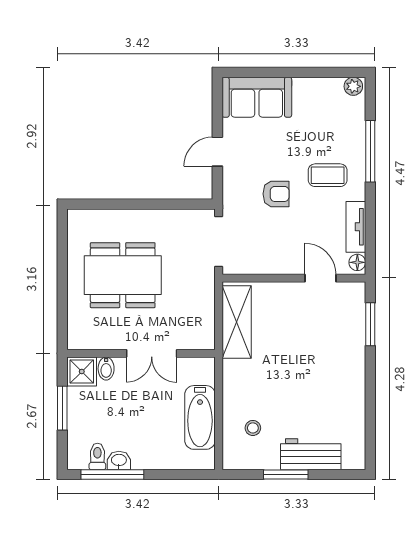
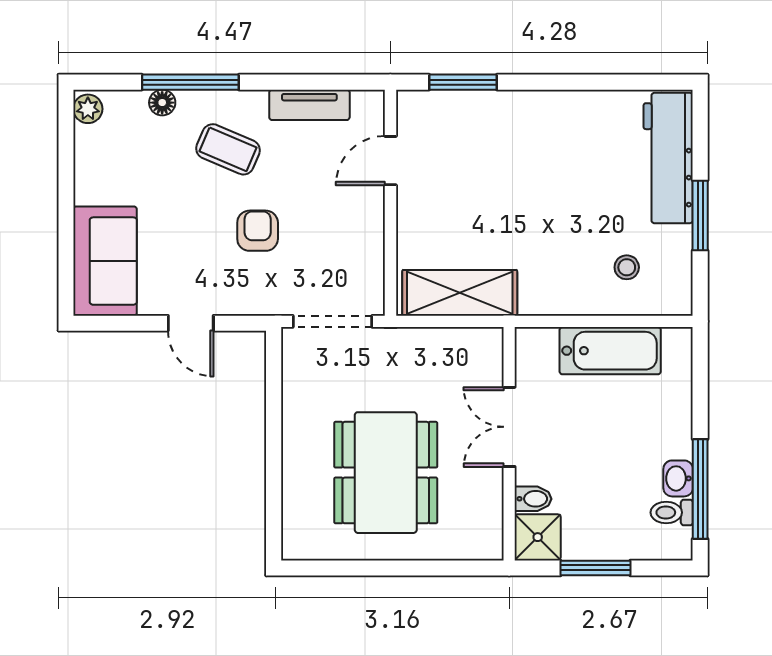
coffee table: (328, 175) -> (228, 149), turned -67
floor lamp: (357, 262) -> (162, 103), moved
double door: (152, 353) -> (509, 427), swing flipped
workbench: (311, 454) -> (668, 158), width x1.38

